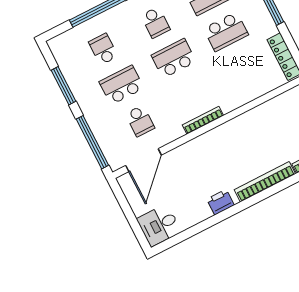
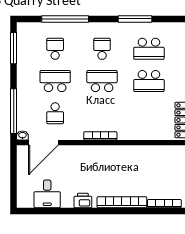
school desk: (155, 22) -> (102, 49), turned 180
window: (64, 86) -> (14, 48), moved
washbasin: (116, 164) -> (22, 135), added
desk: (159, 225) -> (47, 194), moved, turned -90

